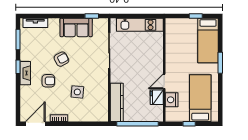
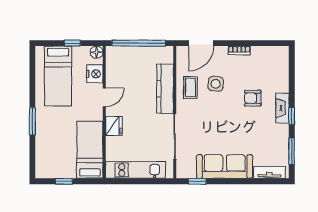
sofa: (76, 27) -> (225, 167), width x1.36
bed: (208, 41) -> (90, 150), moved
armchair: (61, 59) -> (236, 126), removed
coffee table: (97, 89) -> (190, 88), added
fridge: (157, 97) -> (114, 126), moved
kitchen counter: (117, 102) -> (165, 89), moved
floor lamp: (170, 117) -> (97, 52), added
door: (35, 124) -> (201, 43), moved

